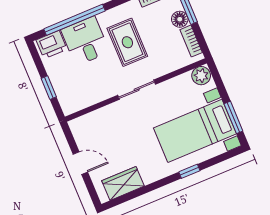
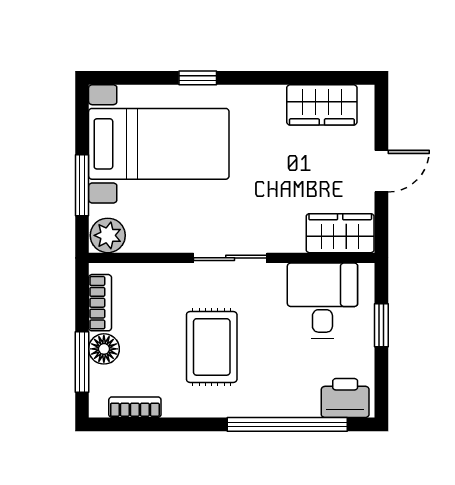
desk: (85, 41) -> (322, 301), moved, turned 180
window: (233, 117) -> (82, 185), moved
wardrobe: (88, 124) -> (340, 233), added
door: (80, 163) -> (381, 171), swing flipped

